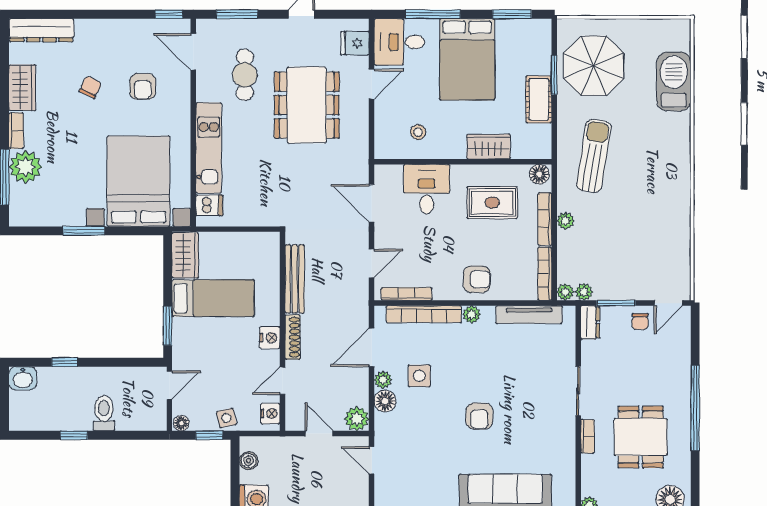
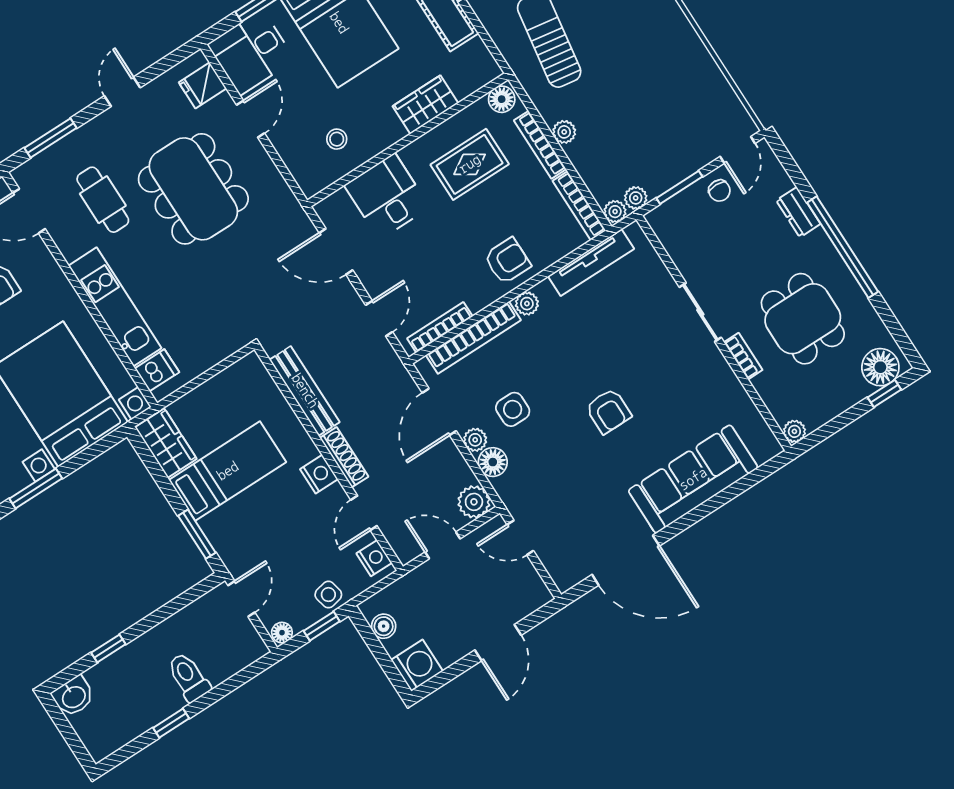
dresser: (590, 322) -> (798, 212), moved, turned 180

